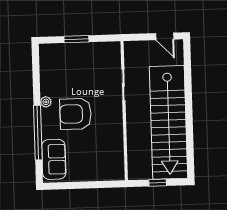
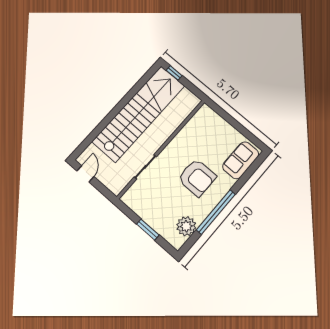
plant: (46, 102) -> (186, 226), moved, width x1.88, depth x1.88
window: (38, 133) -> (216, 212), moved
window: (158, 183) -> (174, 73), moved

